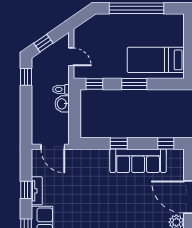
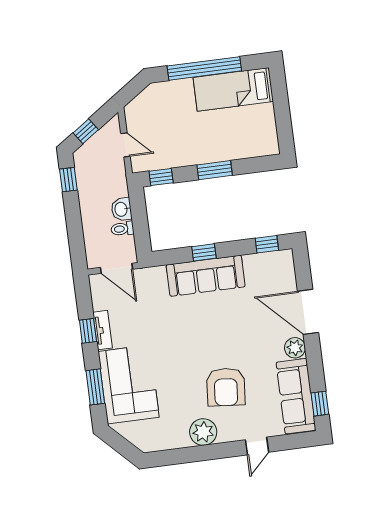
bed: (156, 60) -> (233, 89), moved
toilet: (61, 89) -> (122, 229), moved
sofa: (138, 161) -> (206, 276), moved

